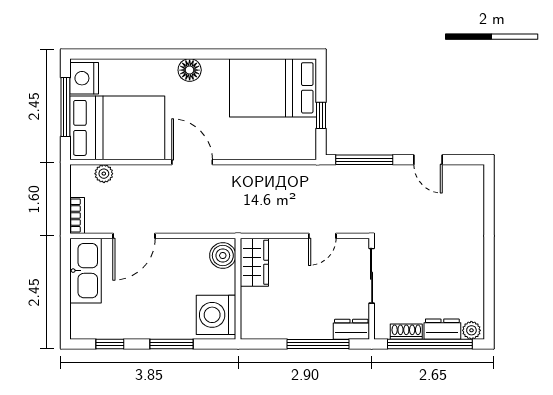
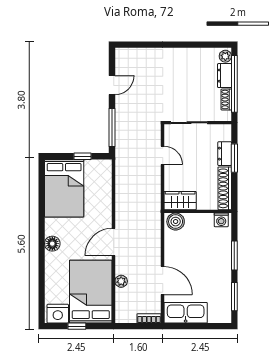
window: (65, 107) -> (77, 326), width x0.46
plant: (104, 174) -> (121, 281), moved
washing machine: (216, 315) -> (221, 220), width x0.53, depth x0.53
shoe rack: (273, 329) -> (225, 188), added
dresser: (351, 329) -> (225, 154), moved
window: (110, 344) -> (234, 297), width x1.50
window: (318, 344) -> (234, 158), width x0.69

